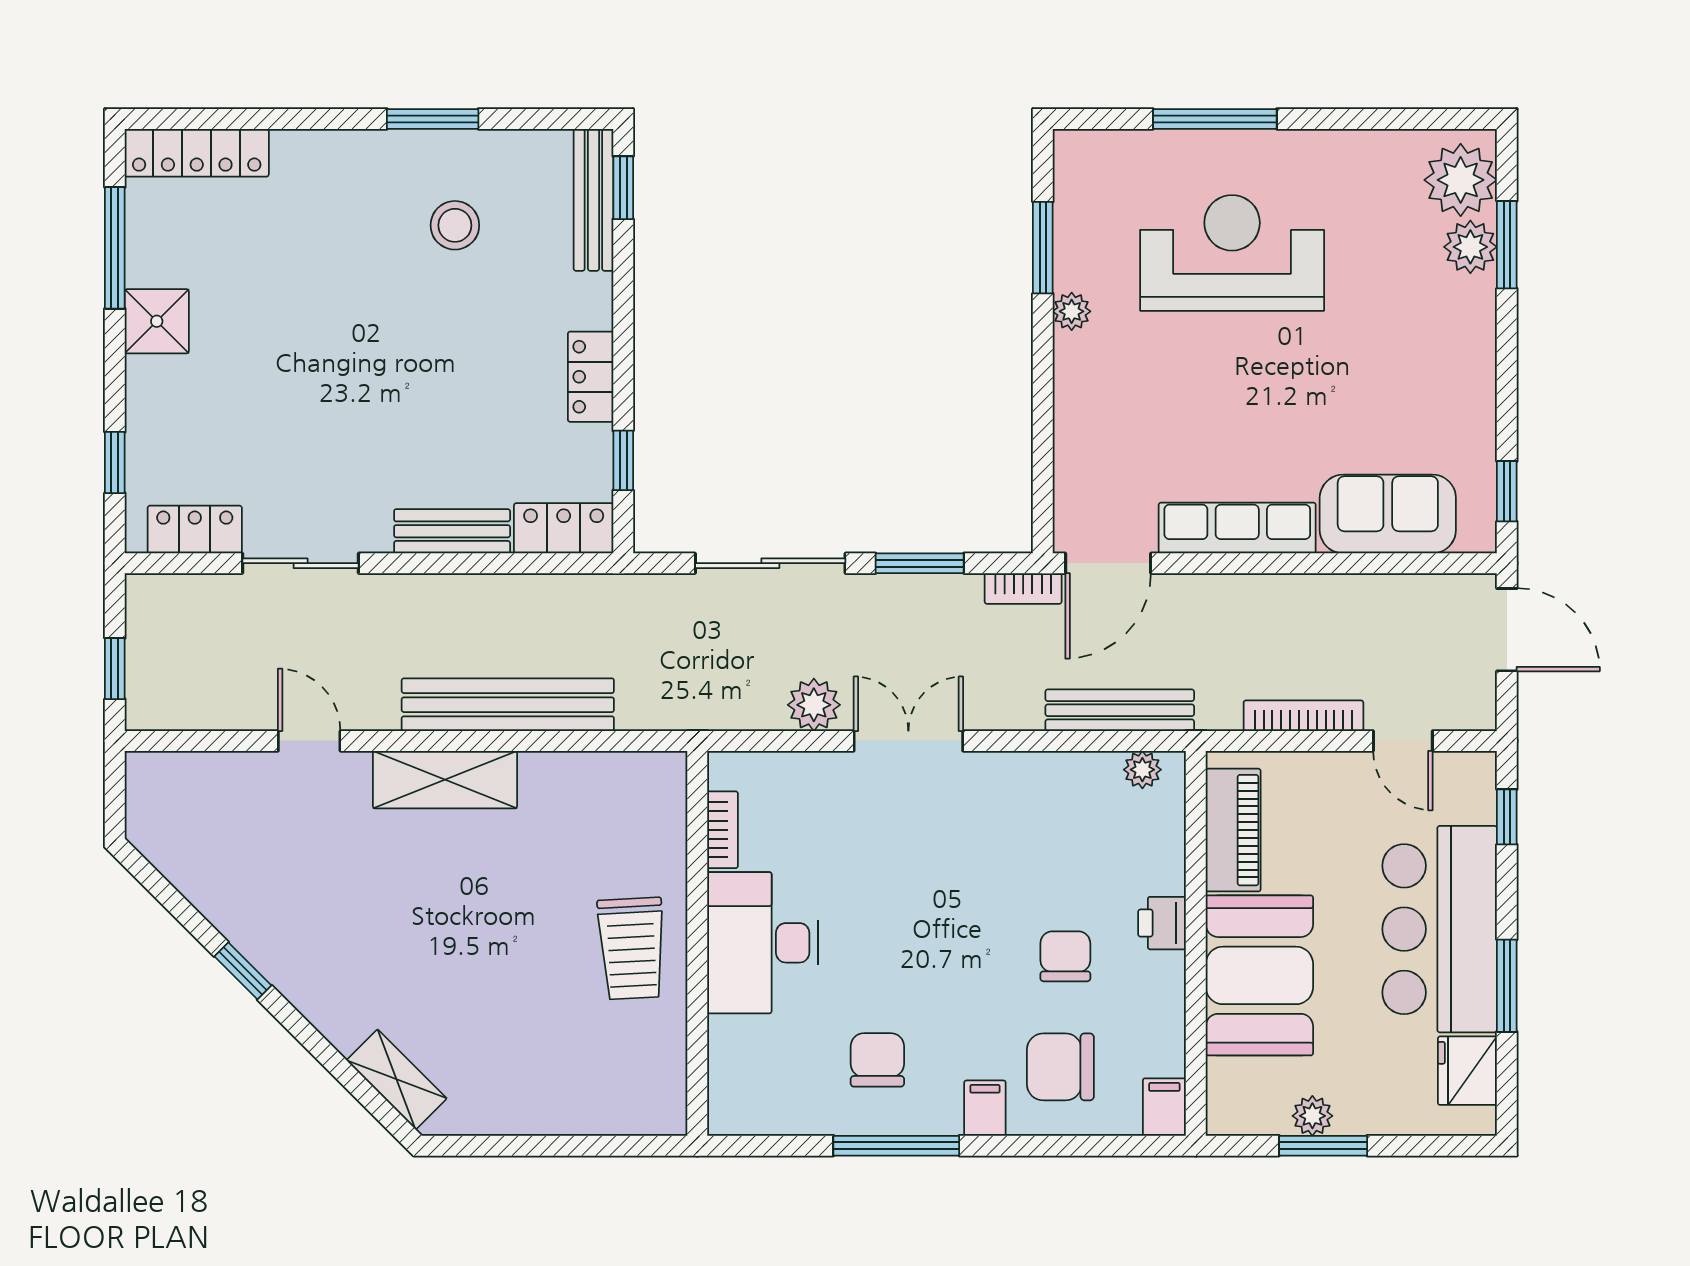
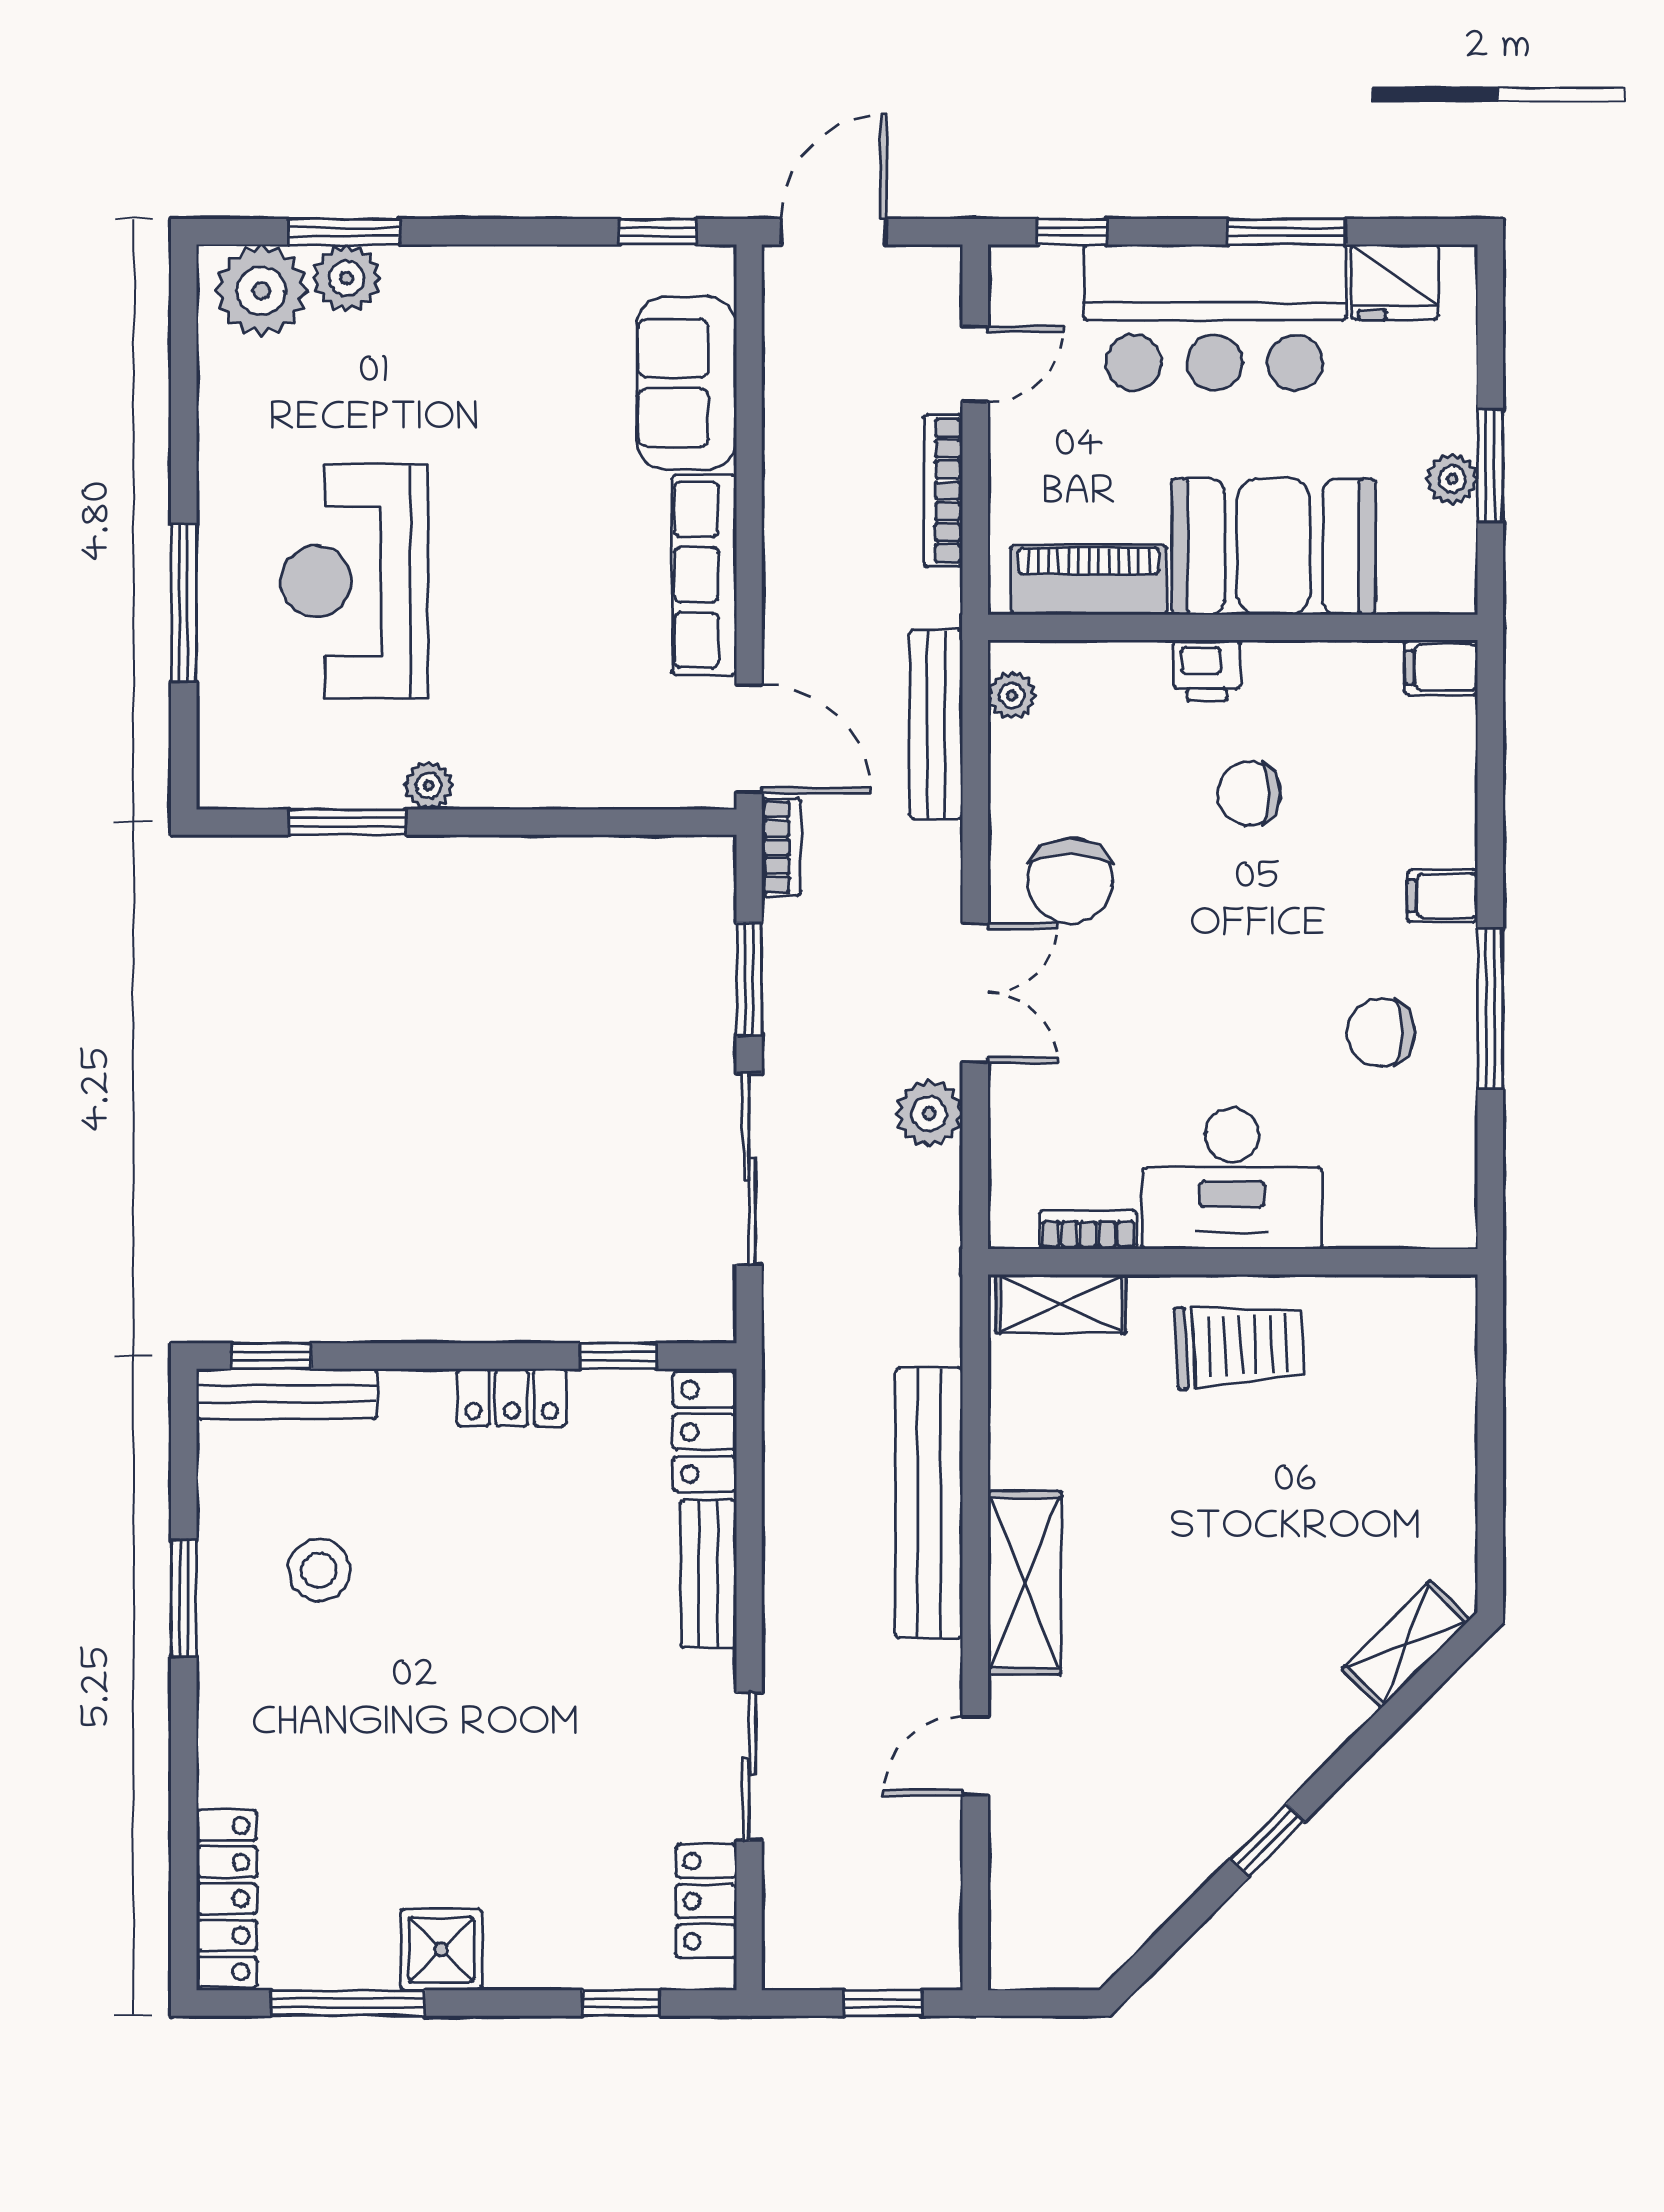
double door: (908, 741) -> (975, 993), swing flipped
shelving: (664, 808) -> (1061, 1304), added
chair: (1060, 1067) -> (1070, 881), moved

